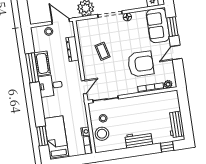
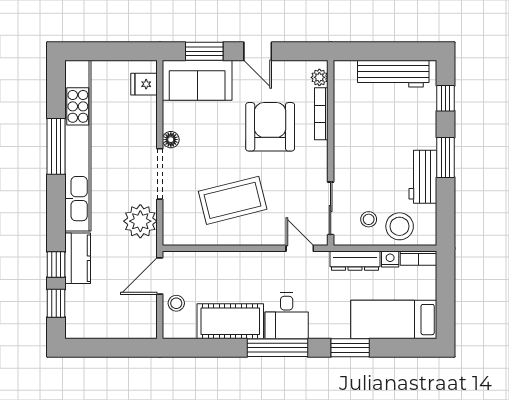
dresser: (72, 49) -> (355, 261), moved
coffee table: (102, 51) -> (233, 200), width x1.86, depth x1.72
cot: (42, 63) -> (230, 321), width x1.37, depth x1.34
window: (32, 68) -> (277, 348), moved
workbench: (176, 124) -> (393, 74), width x1.37
window: (42, 136) -> (350, 348), moved
workbench: (139, 140) -> (423, 177), moved
window: (139, 151) -> (446, 157), added

